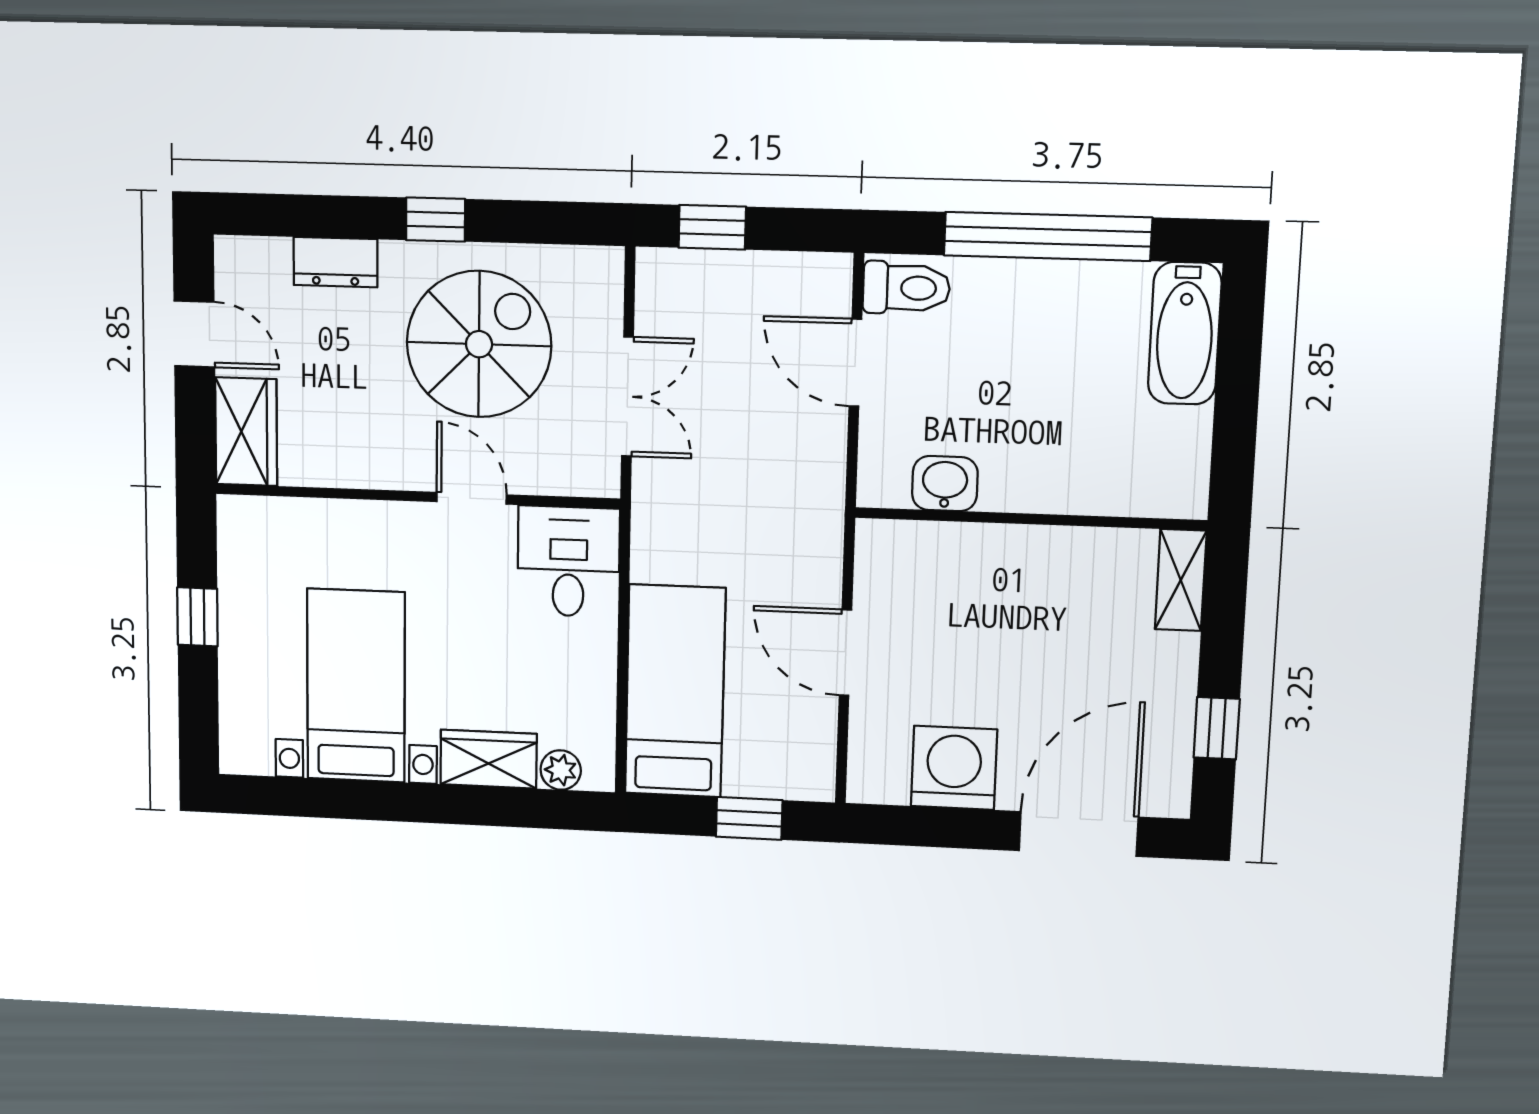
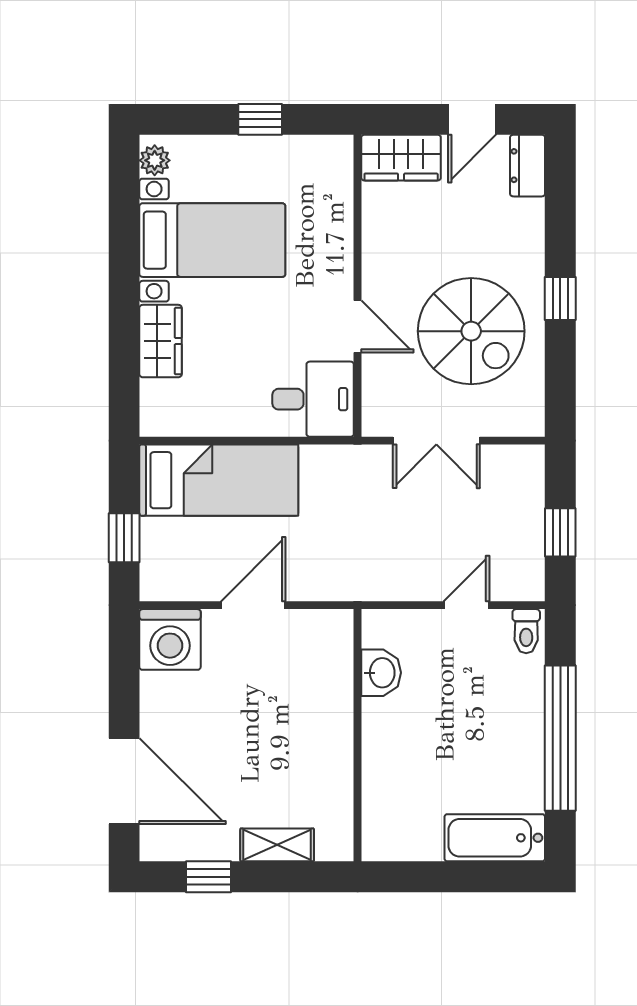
window: (712, 227) -> (560, 532), moved
dresser: (335, 262) -> (528, 166), moved
toilet: (906, 288) -> (526, 631), width x0.73, depth x0.72
door: (855, 363) -> (466, 605), width x0.73
door: (472, 498) -> (358, 327), hinge flipped
shelving: (1181, 580) -> (277, 845), moved
washing machine: (954, 768) -> (170, 639), moved, turned 90
plant: (561, 770) -> (155, 160), moved

